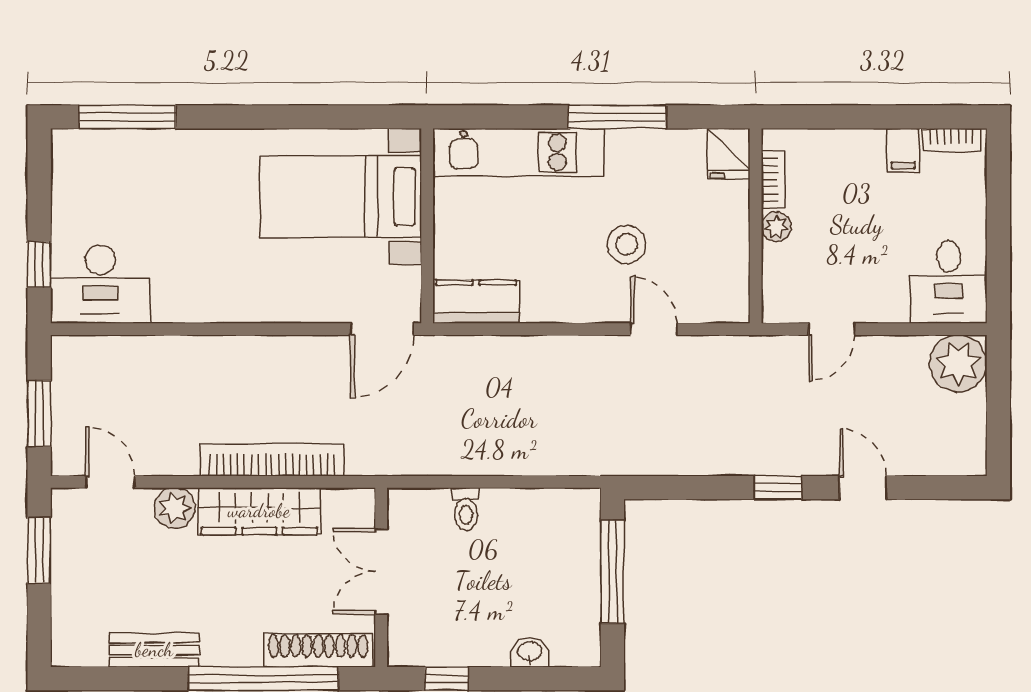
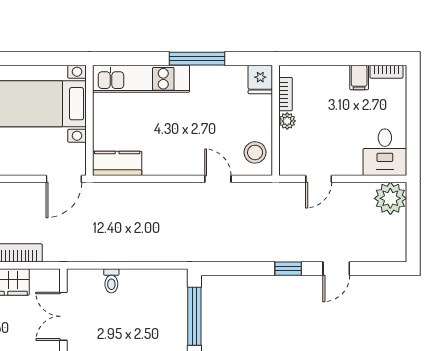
stool: (626, 244) -> (255, 152), moved
door: (863, 488) -> (336, 269), swing flipped

